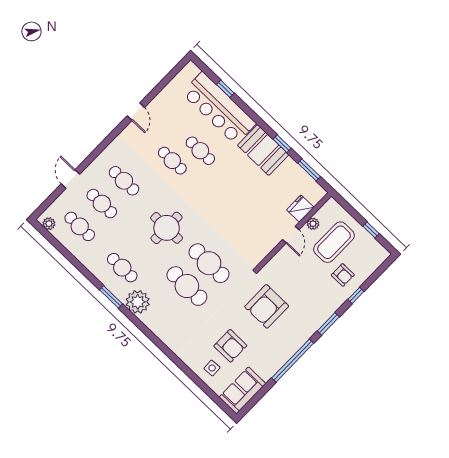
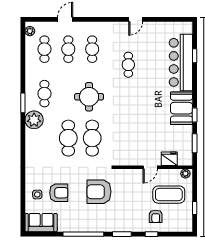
cafe table: (200, 151) -> (148, 75), removed
plant: (313, 224) -> (185, 174), moved
armchair: (230, 346) -> (59, 193), turned -90

